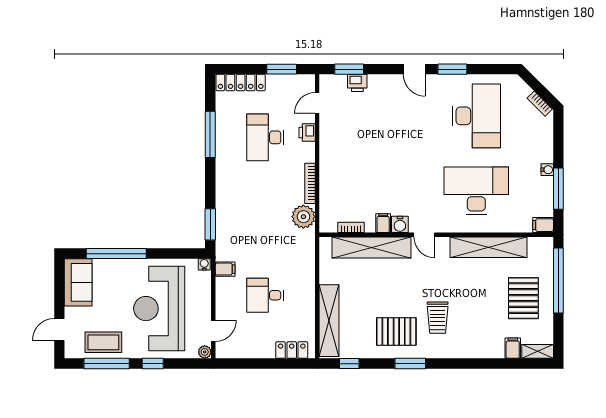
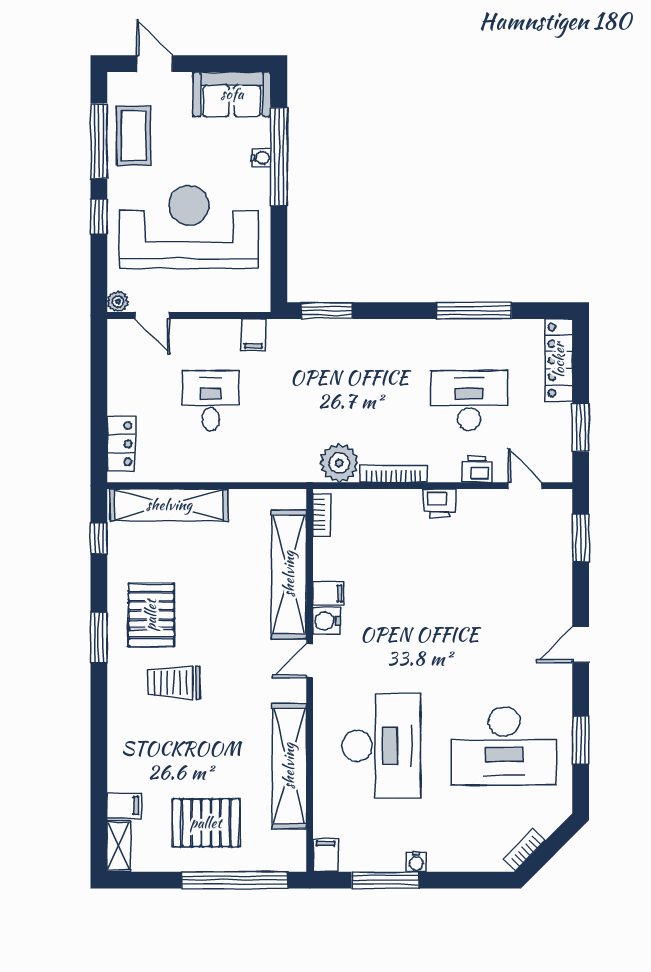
window: (452, 69) -> (581, 740), moved
printer: (357, 83) -> (440, 503), moved, turned -90
bookcase: (351, 227) -> (322, 515), moved
water cooler: (204, 264) -> (261, 158), moved

